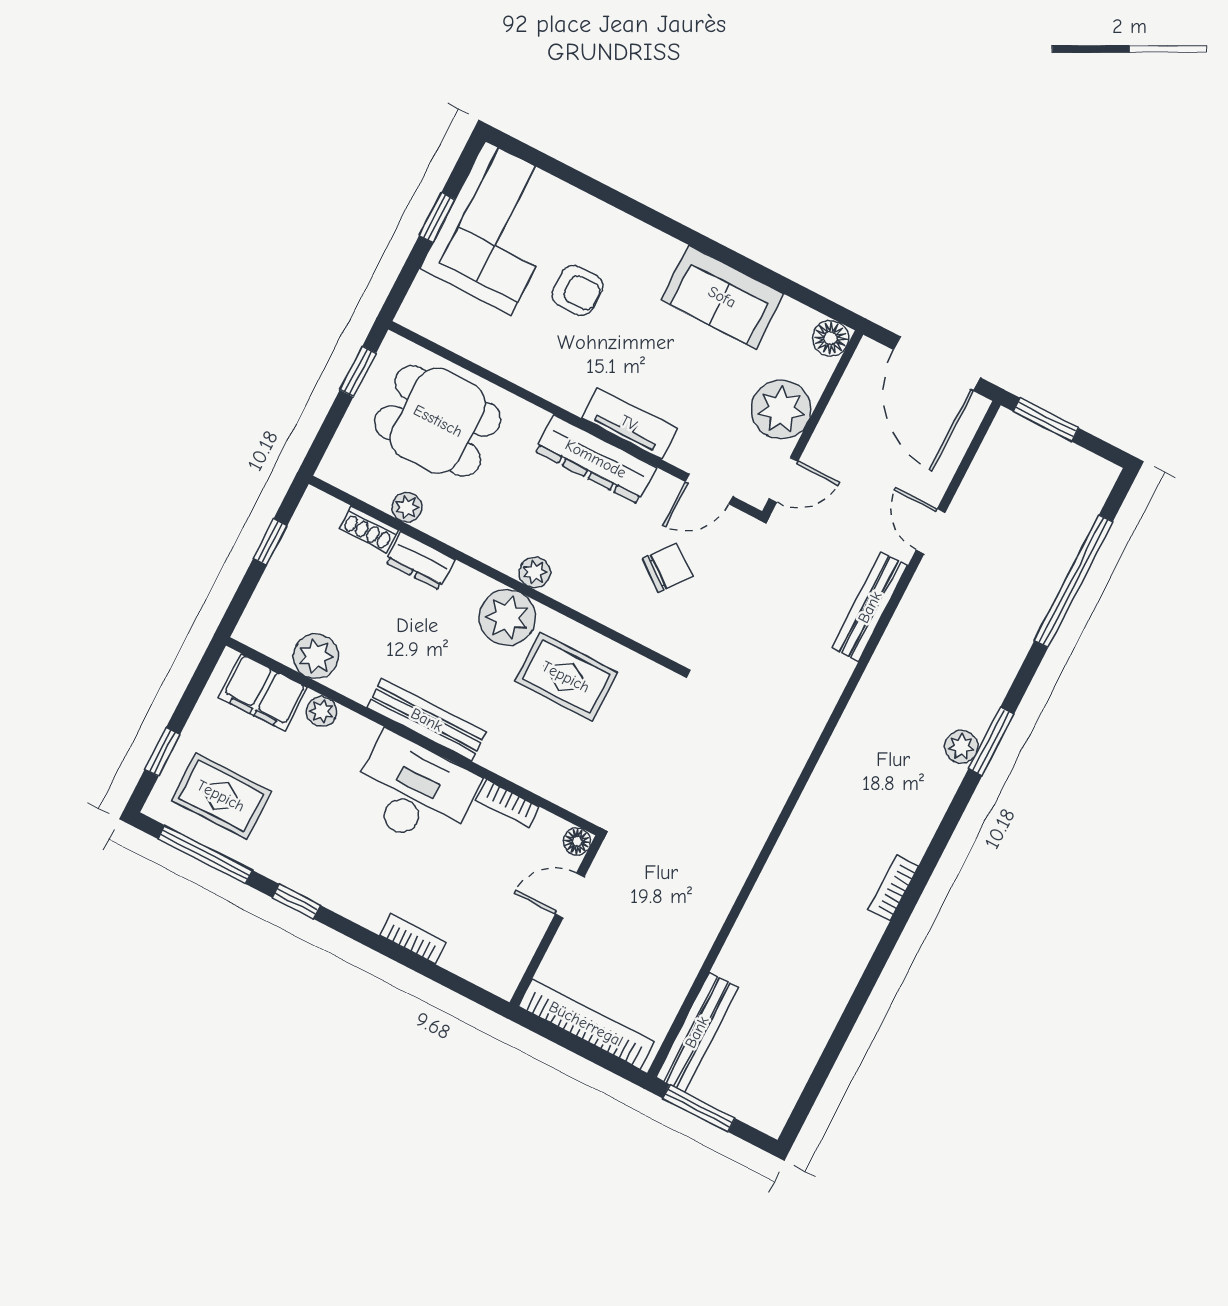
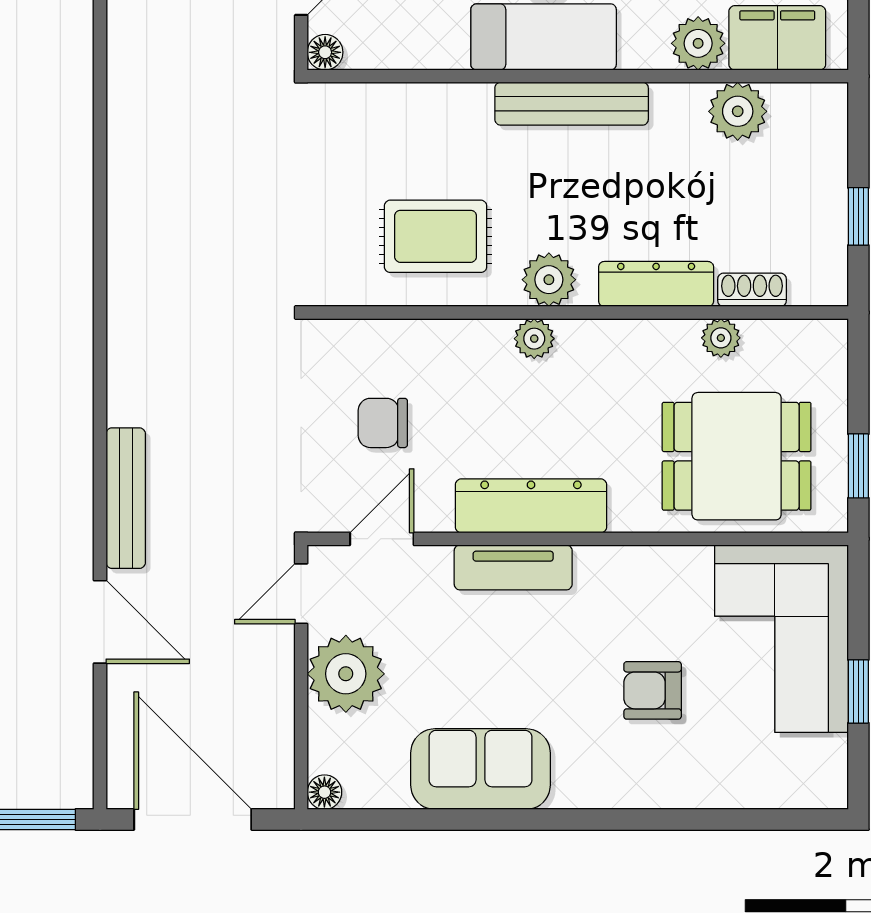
corner sofa: (498, 228) -> (781, 639), moved
floor lamp: (831, 338) -> (324, 792), width x0.73, depth x0.73
door: (931, 531) -> (100, 622), width x1.38
dresser: (420, 561) -> (656, 284), width x1.44
chair: (668, 568) -> (383, 423), turned 52
plant: (507, 617) -> (549, 280), width x0.73, depth x0.73
plant: (322, 711) -> (698, 43), width x1.38, depth x1.38
bookcase: (507, 803) -> (428, 55), removed

